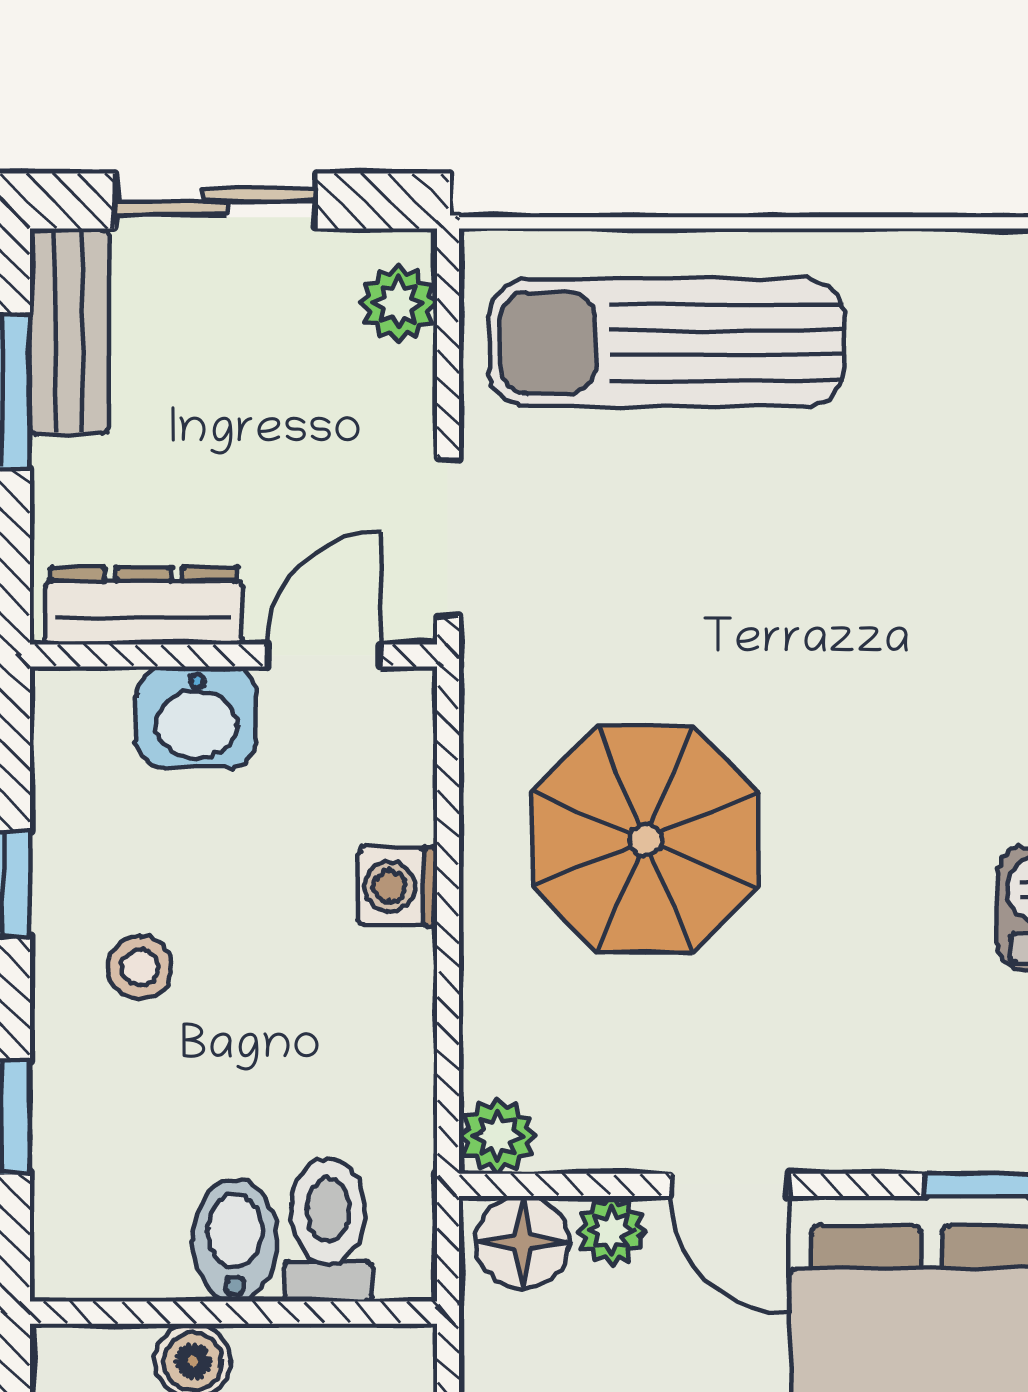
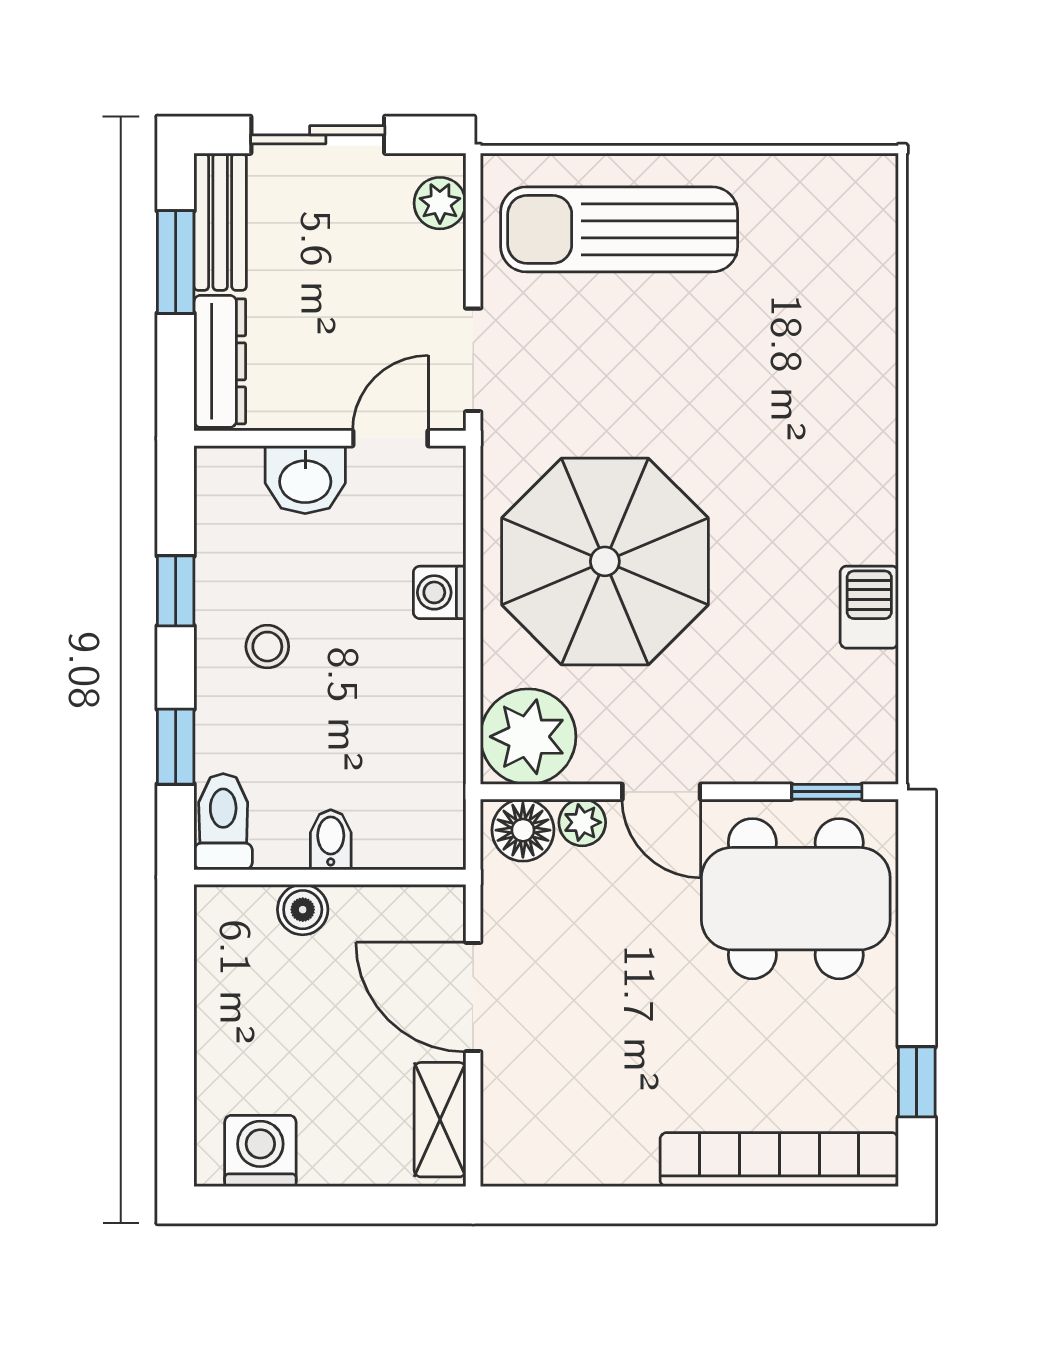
dresser: (144, 606) -> (220, 361), moved, turned 90
parasol: (645, 840) -> (605, 561), width x1.36, depth x1.36
plant: (497, 1136) -> (528, 737), width x1.87, depth x1.87
toilet: (328, 1230) -> (223, 822), moved
bidet: (235, 1240) -> (331, 840), width x0.72, depth x0.74

